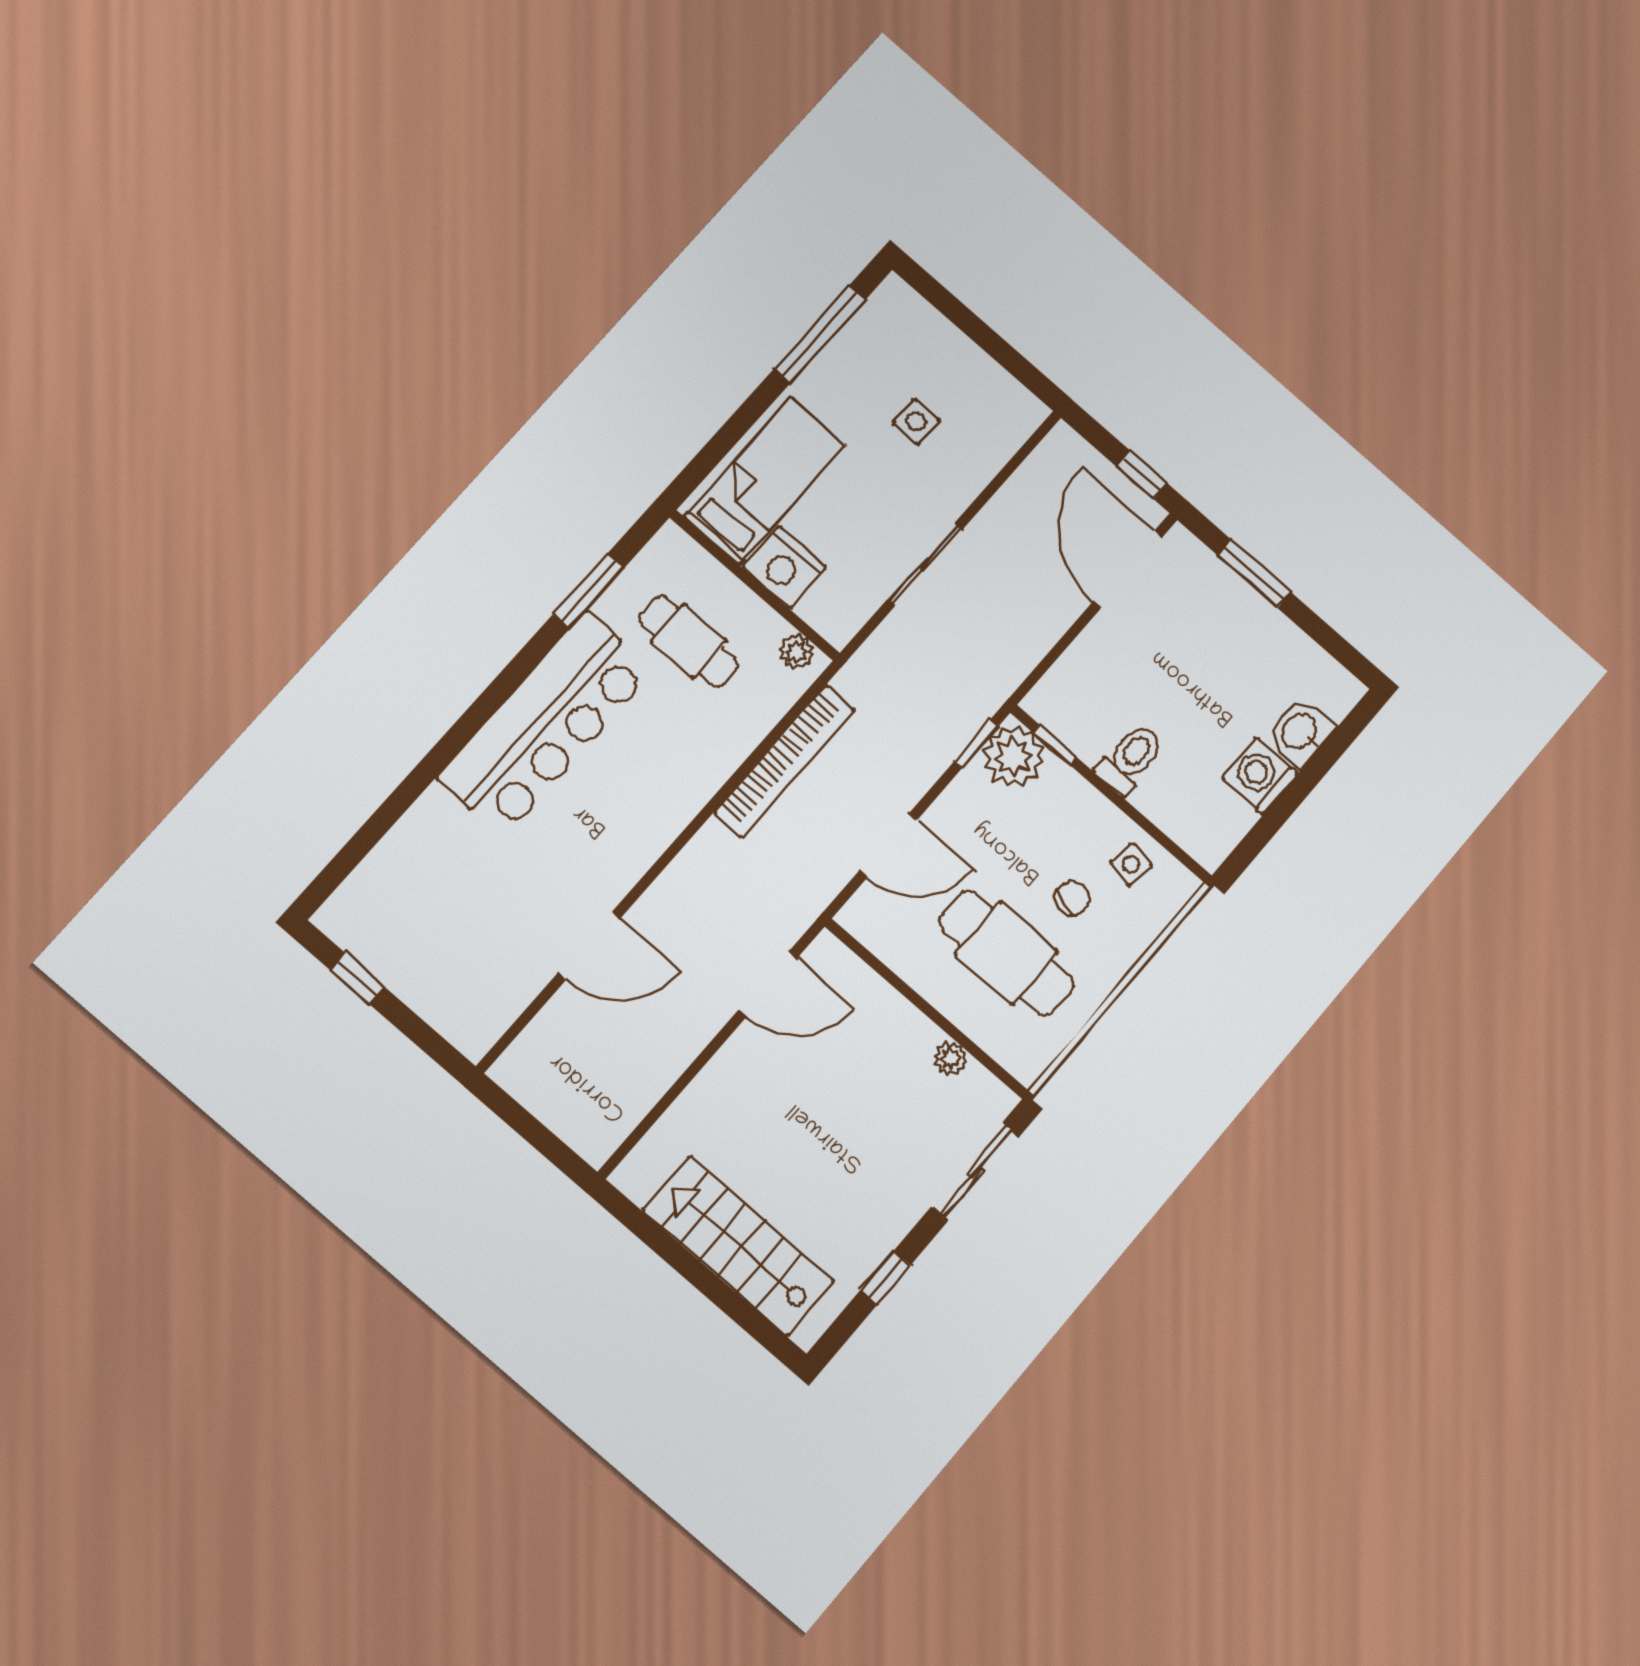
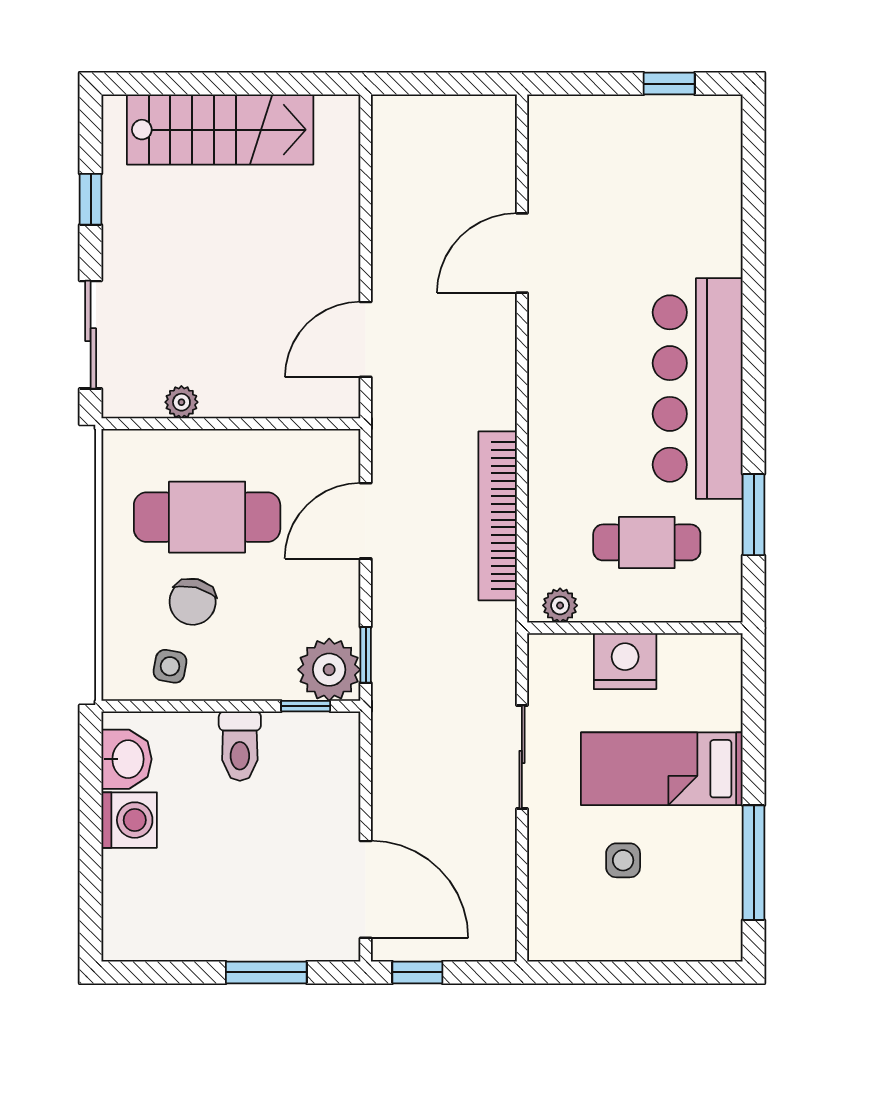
bed: (765, 481) -> (662, 769), moved, turned 90
washbasin: (1300, 732) -> (127, 759), moved
chair: (1073, 898) -> (193, 602), width x1.37, depth x1.37

